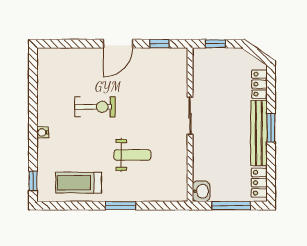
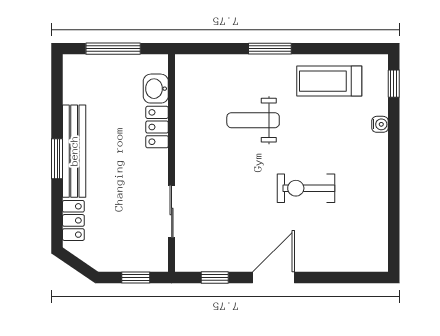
sliding door: (190, 116) -> (172, 211), moved
water cooler: (43, 132) -> (380, 124), moved
treadmill: (79, 183) -> (329, 81), turned 180
locker: (259, 183) -> (157, 127), moved, turned 180
washbasin: (201, 191) -> (156, 89), moved

